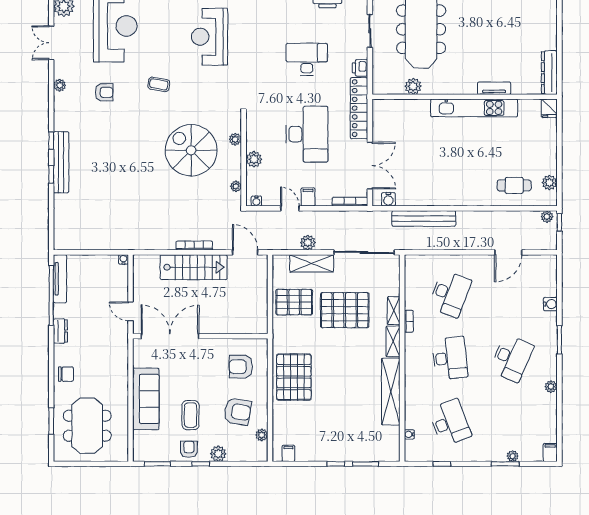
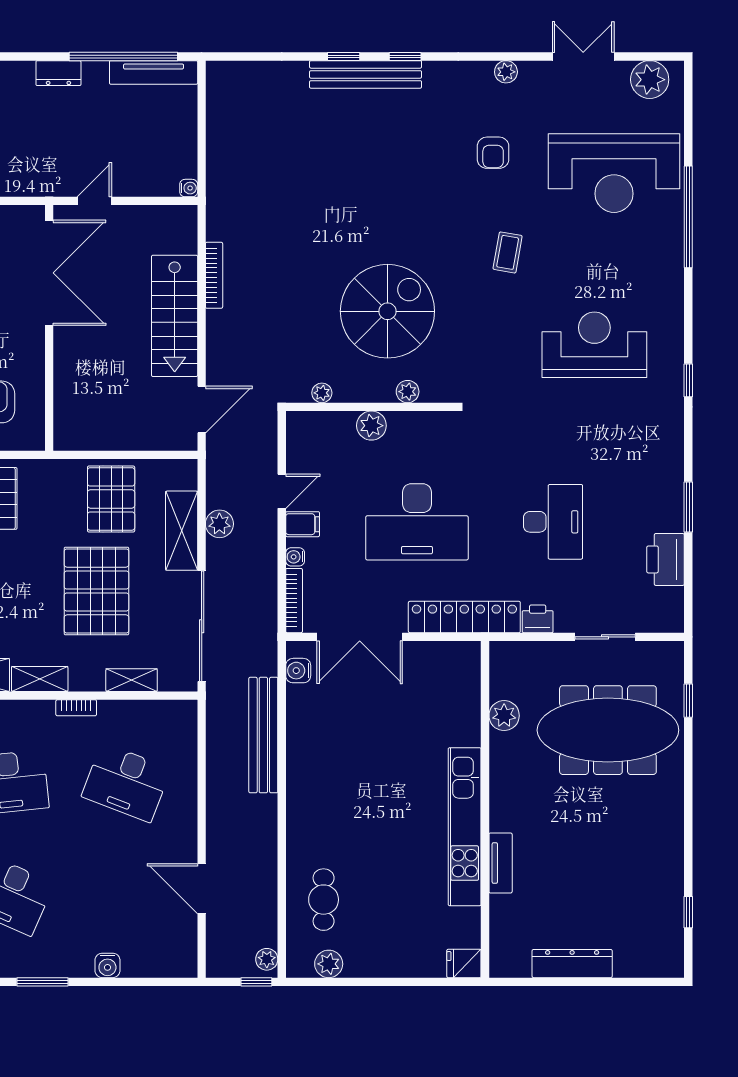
dresser: (549, 73) -> (572, 964), moved
water cooler: (256, 201) -> (295, 557), moved
bookcase: (194, 246) -> (214, 275), moved
shelving: (394, 311) -> (132, 680), moved

